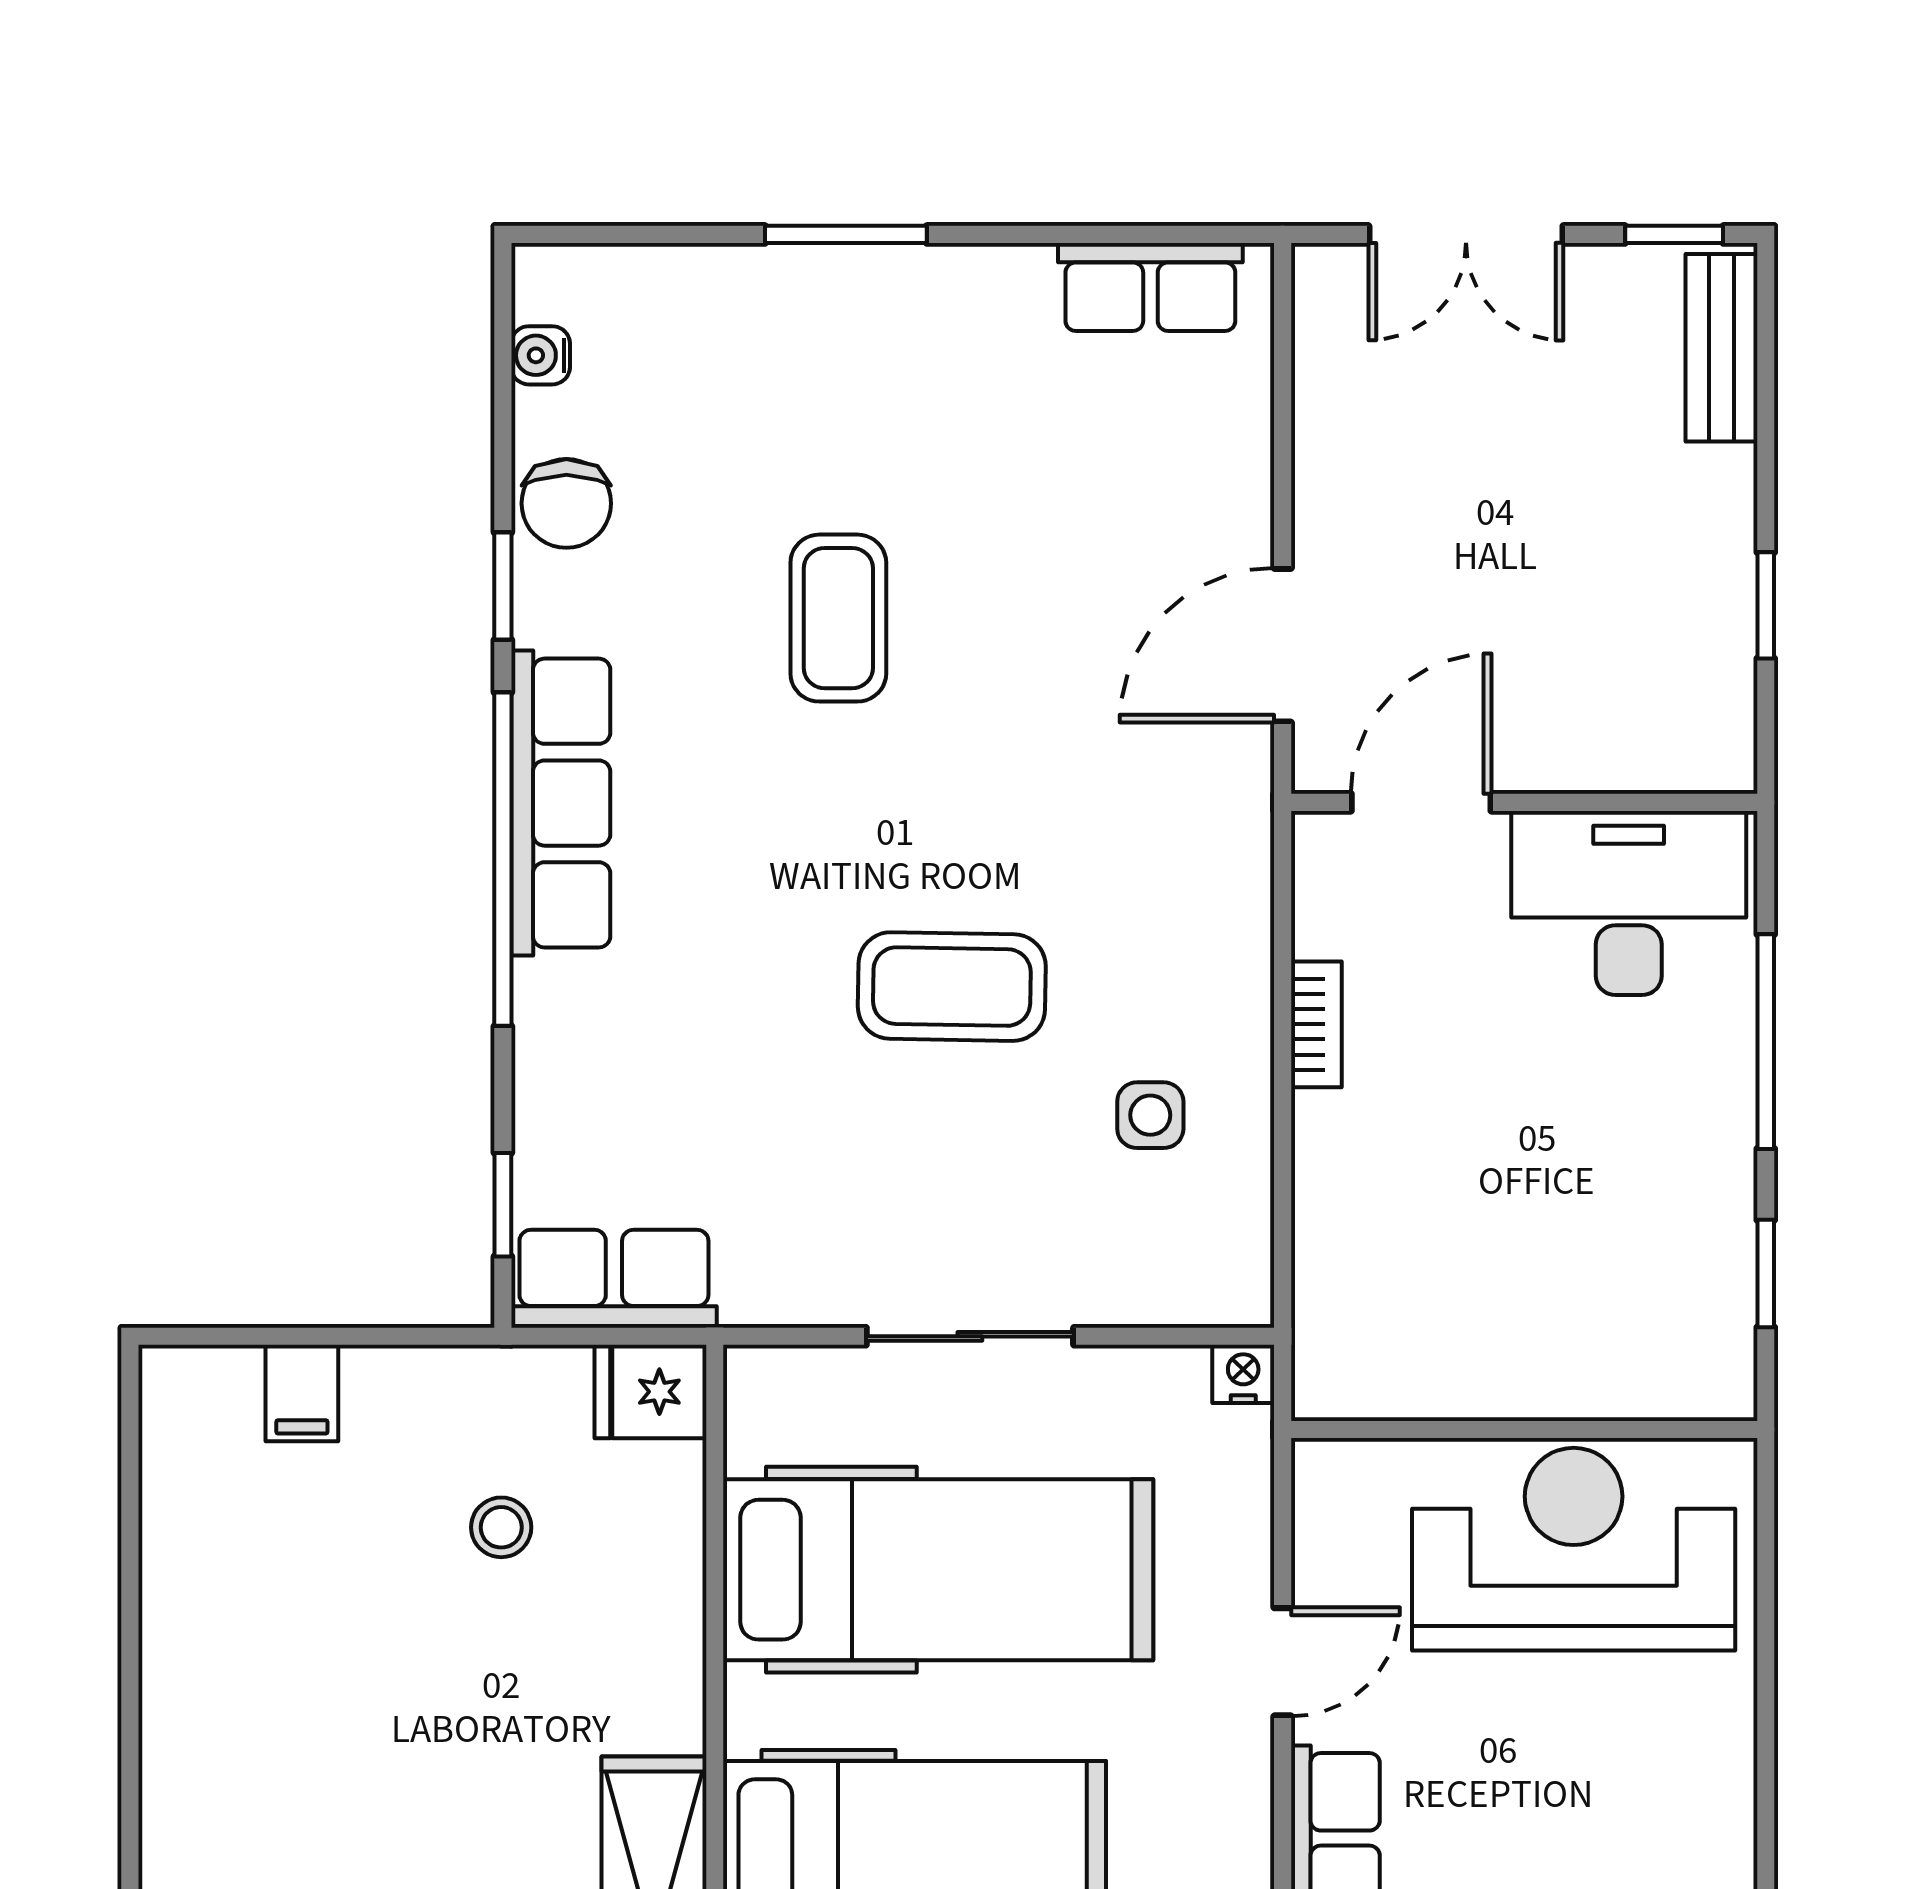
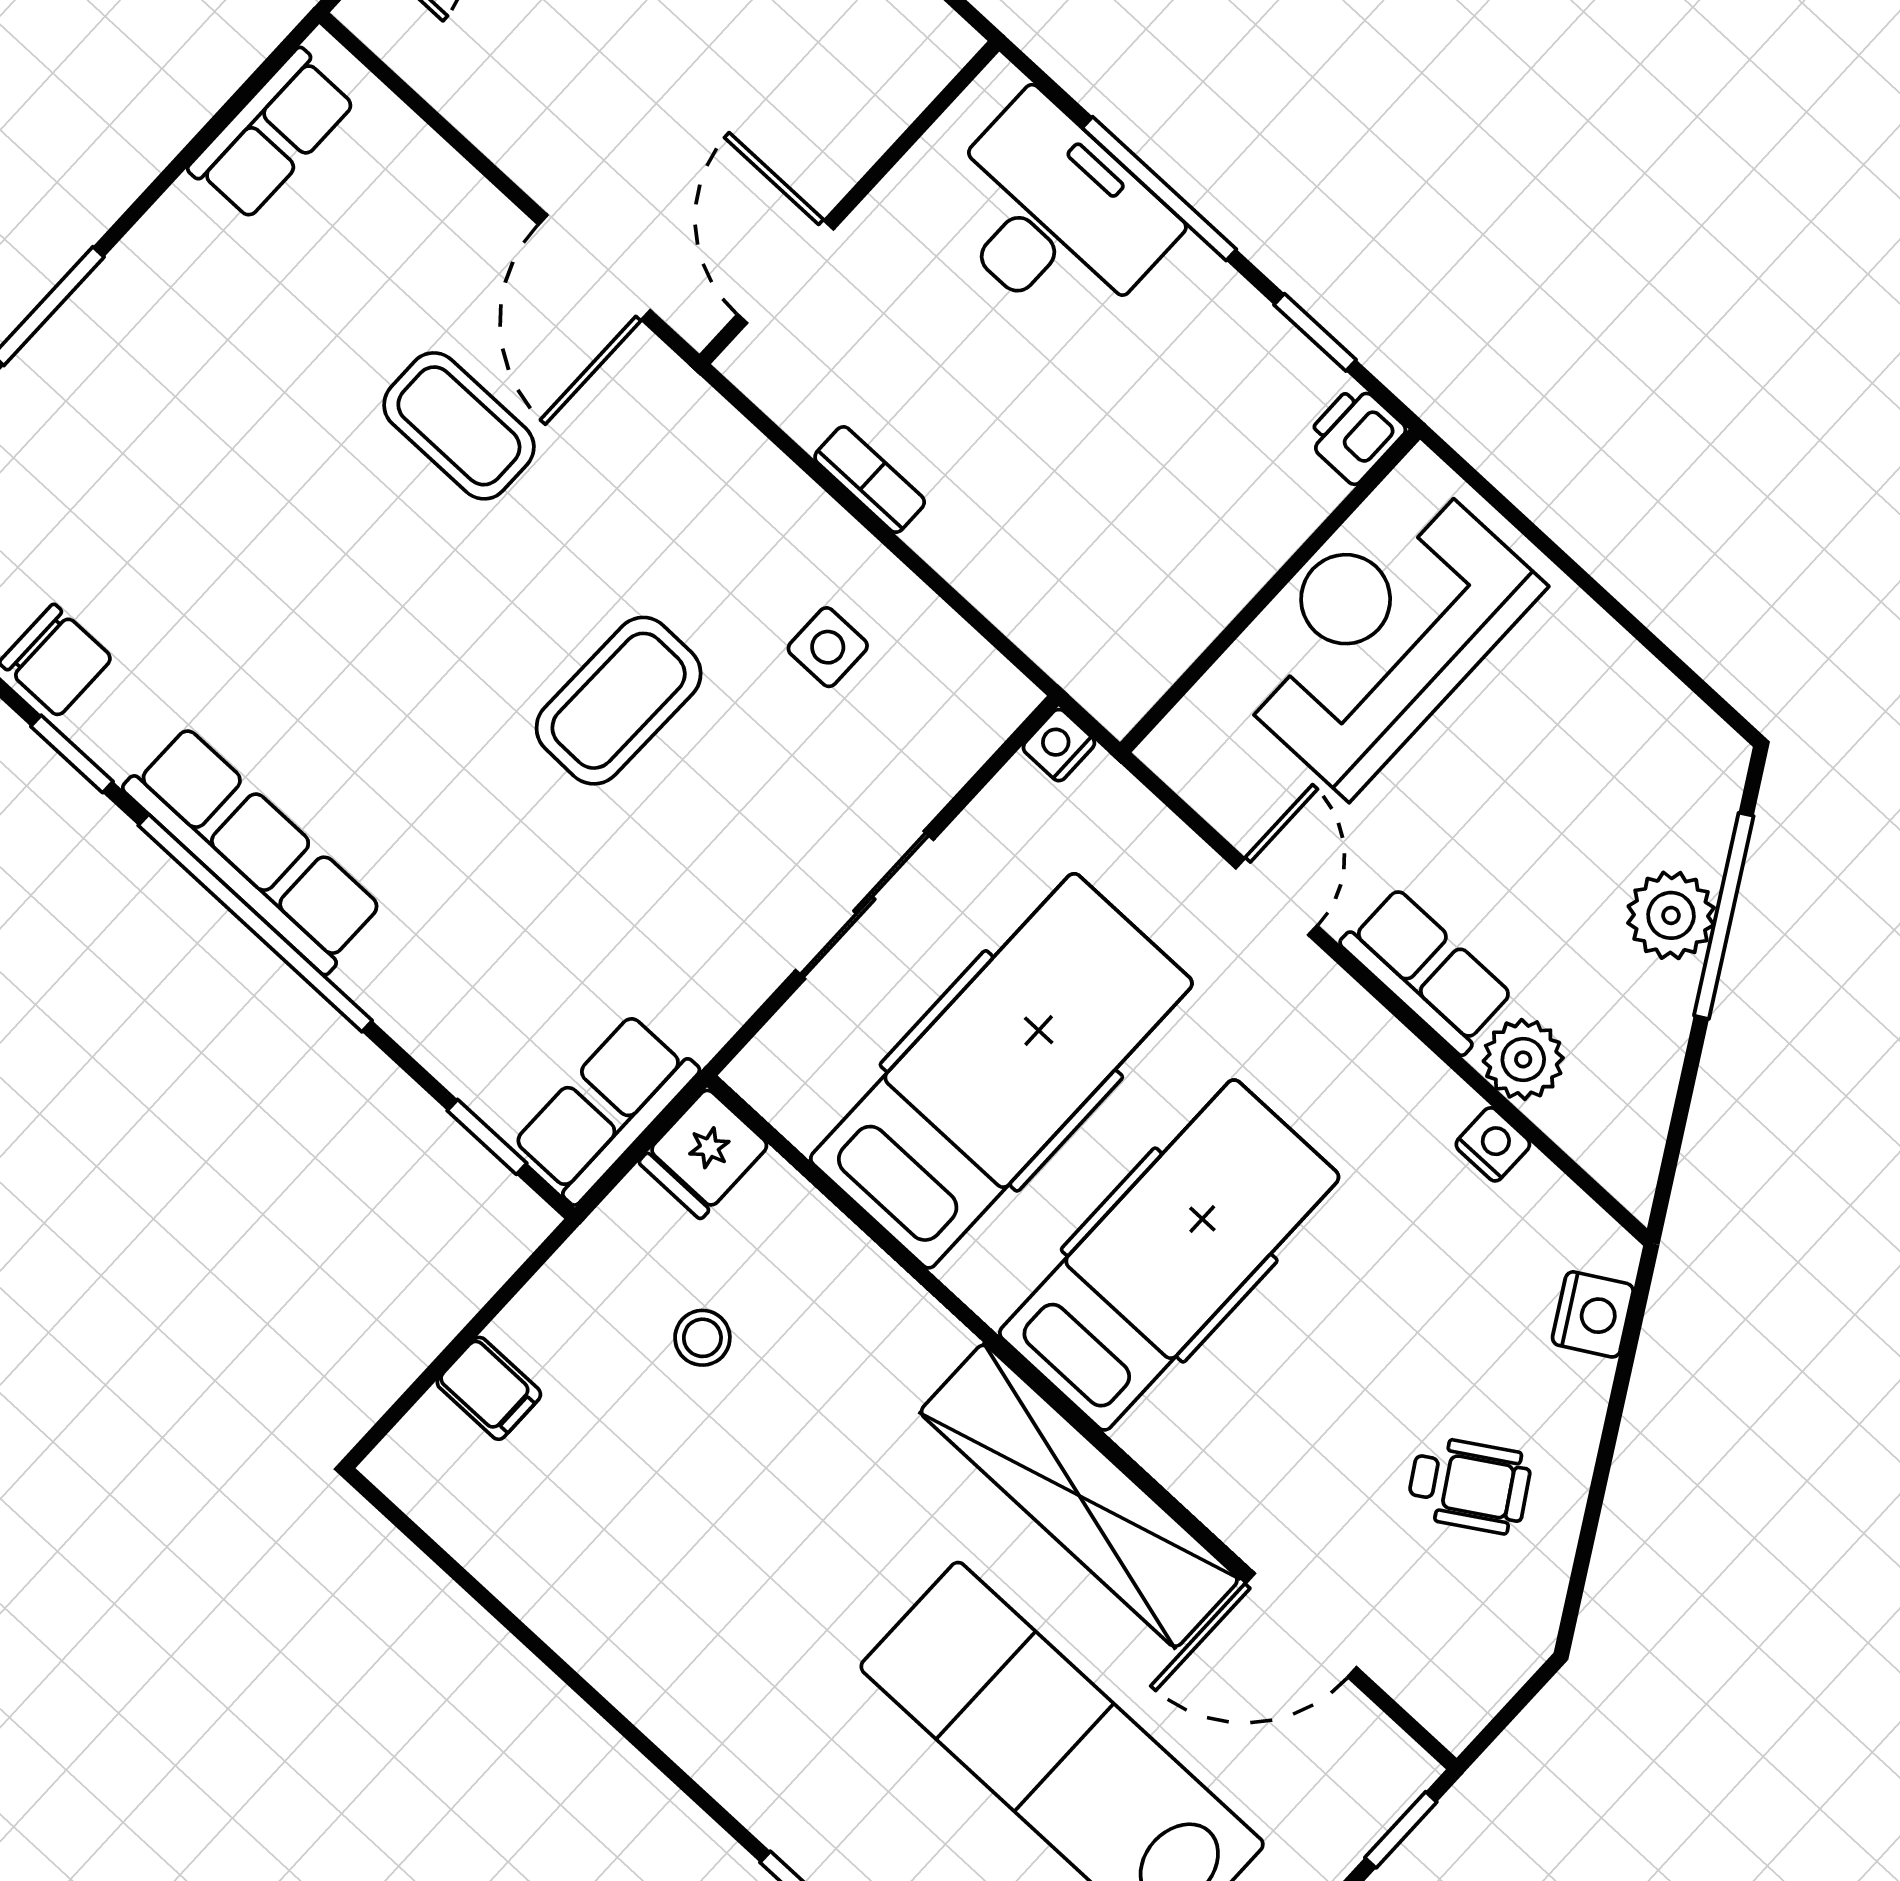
coffee table: (838, 618) -> (459, 426), moved
desk: (1629, 903) -> (1053, 216), moved, turned 90
printer: (1714, 1381) -> (1355, 434), added

